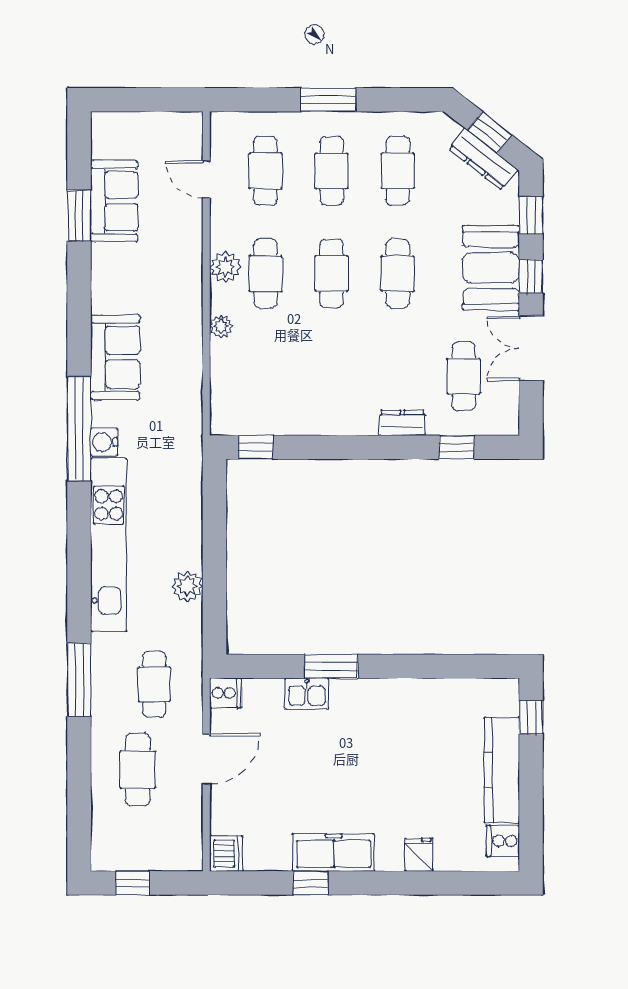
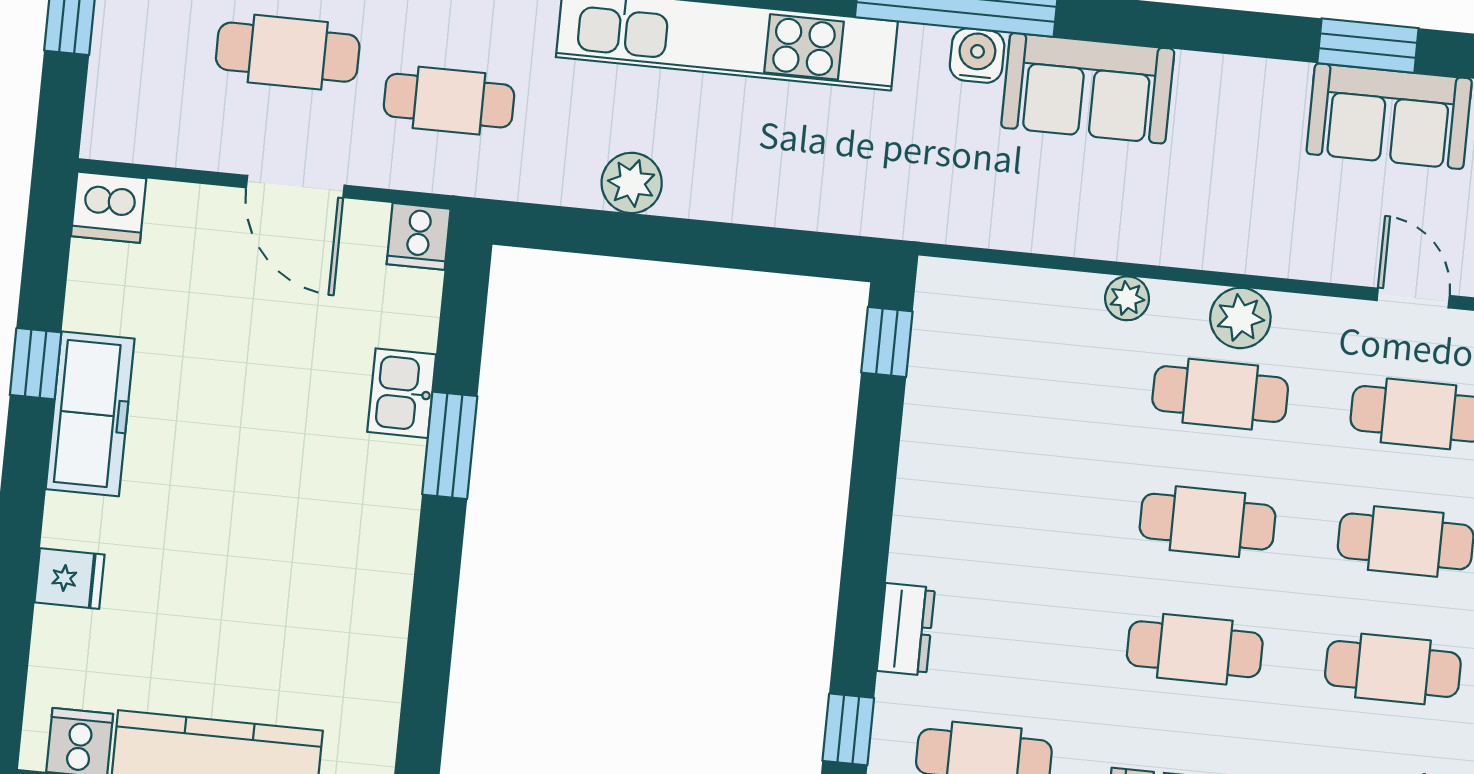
door: (206, 179) -> (1413, 298), hinge flipped
water cooler: (104, 442) -> (977, 56), moved

